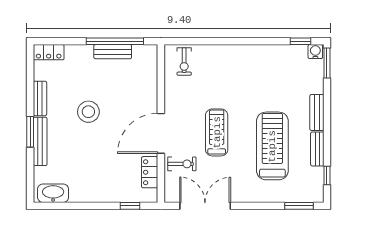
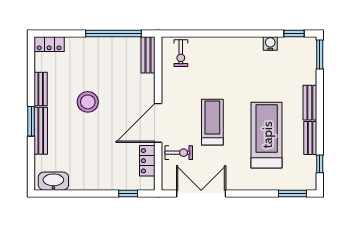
bench: (113, 52) -> (148, 55), moved, turned 90
water cooler: (315, 52) -> (270, 43), moved

